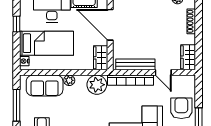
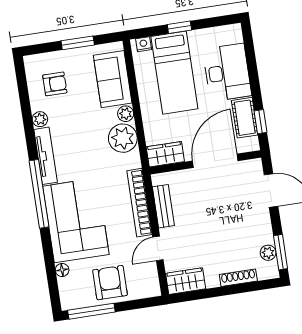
window: (17, 24) -> (179, 27), moved
bench: (135, 64) -> (163, 206), width x0.73
plant: (97, 85) -> (123, 138), moved
window: (17, 105) -> (78, 43), width x0.69
armchair: (181, 108) -> (110, 283), turned -90

